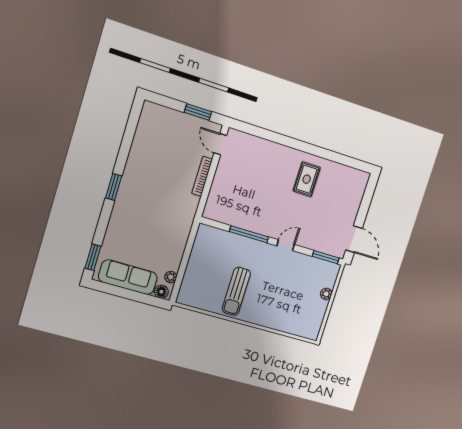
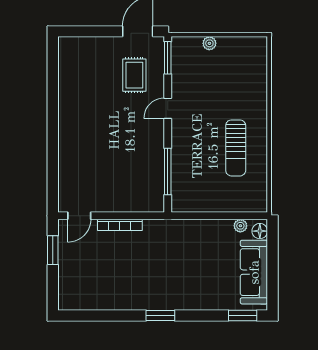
rug: (307, 179) -> (134, 75), moved, turned 90
window: (249, 234) -> (168, 171), moved
door: (286, 245) -> (168, 108), hinge flipped
sun lounger: (236, 291) -> (236, 148), turned 90

